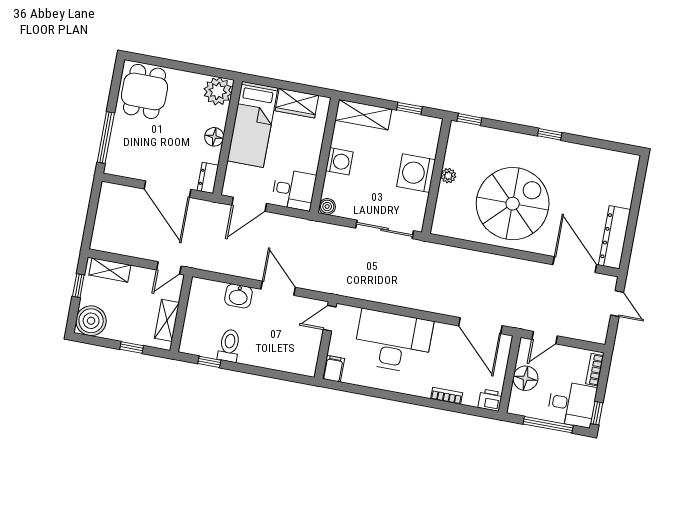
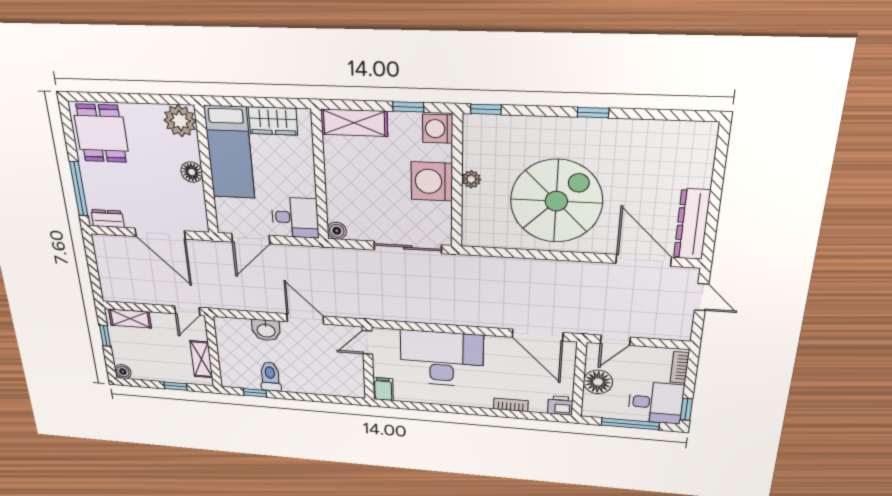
washing machine: (339, 161) -> (438, 129), moved, turned 180
dresser: (208, 178) -> (108, 219), moved, turned 90
boiler: (91, 321) -> (123, 372), width x0.54, depth x0.54

